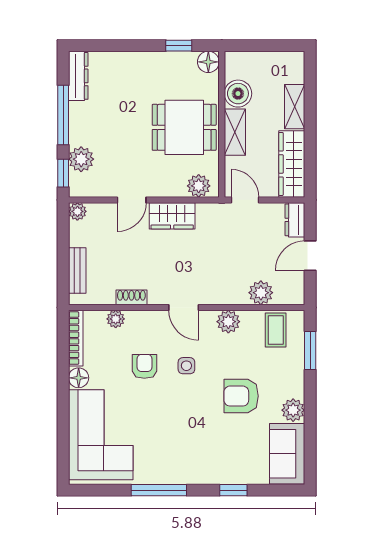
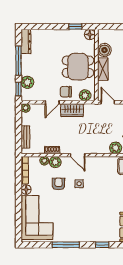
chair: (159, 178) -> (66, 92), added
plant: (228, 322) -> (55, 162), moved
armchair: (241, 396) -> (106, 199), removed

